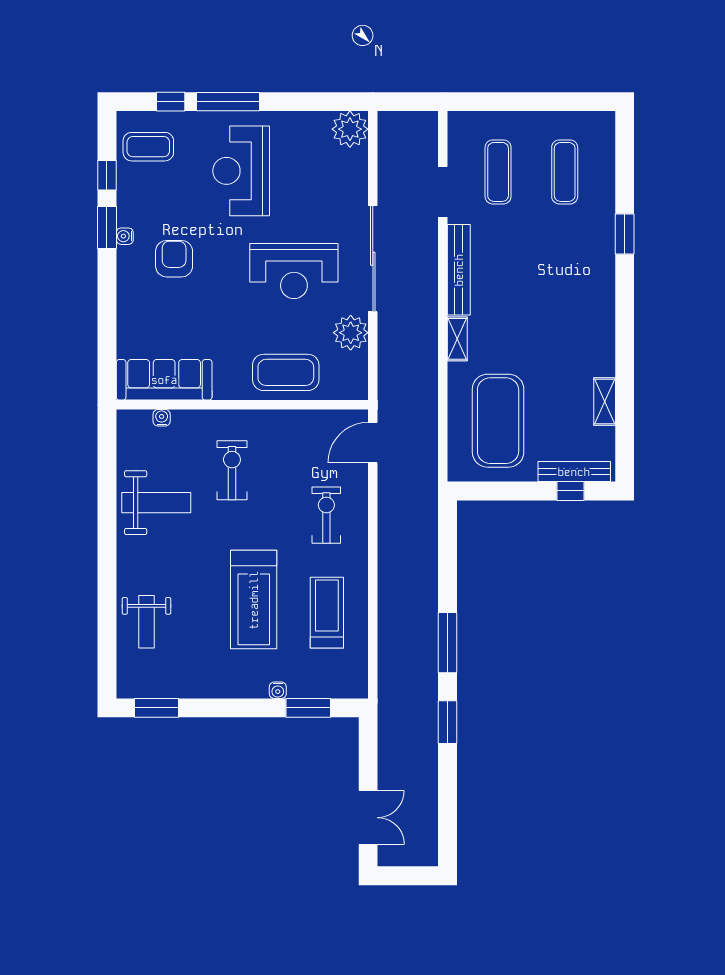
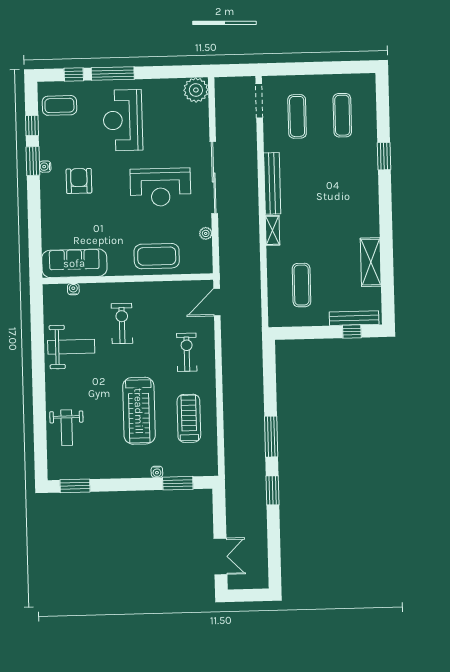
doorway: (443, 192) -> (259, 101), moved
plant: (351, 333) -> (206, 233), width x0.53, depth x0.53
shelving: (605, 401) -> (371, 262), width x1.50, depth x1.33
exercise mat: (498, 421) -> (302, 285), width x0.50, depth x0.69

